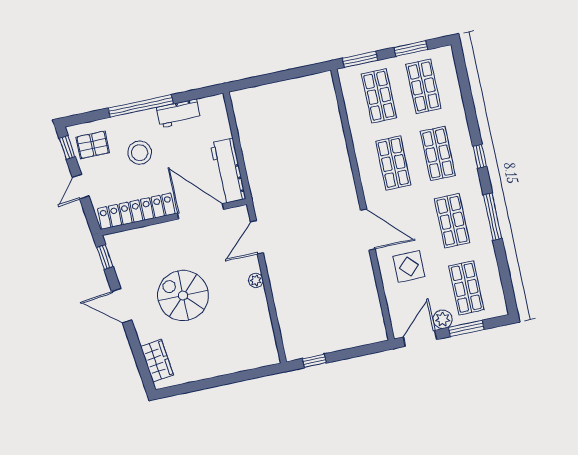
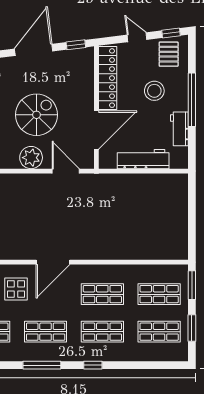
workbench: (228, 171) -> (143, 159), moved
plant: (256, 280) -> (31, 158), width x1.87, depth x1.87
spiral stairs: (183, 296) -> (36, 115), moved
door: (122, 306) -> (34, 50), width x1.36

